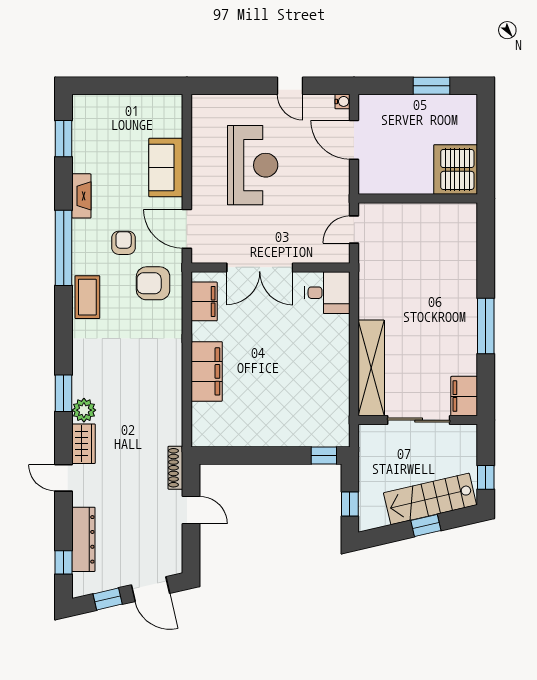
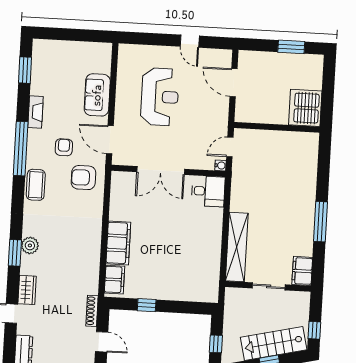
water cooler: (342, 101) -> (221, 165), moved
filing cabinet: (204, 301) -> (114, 280), moved
plant: (84, 410) -> (30, 245), moved
sliding door: (419, 420) -> (269, 286), width x0.73
window: (324, 456) -> (147, 305), moved

